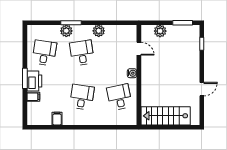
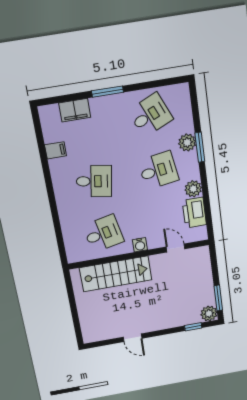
plant: (160, 31) -> (209, 314), moved
door: (139, 49) -> (175, 248), swing flipped
desk: (44, 53) -> (150, 115), turned -33
printer: (34, 81) -> (194, 213), moved, turned 90
filing cabinet: (33, 97) -> (75, 110), width x2.00
stairs: (166, 116) -> (116, 274), moved, turned 90

